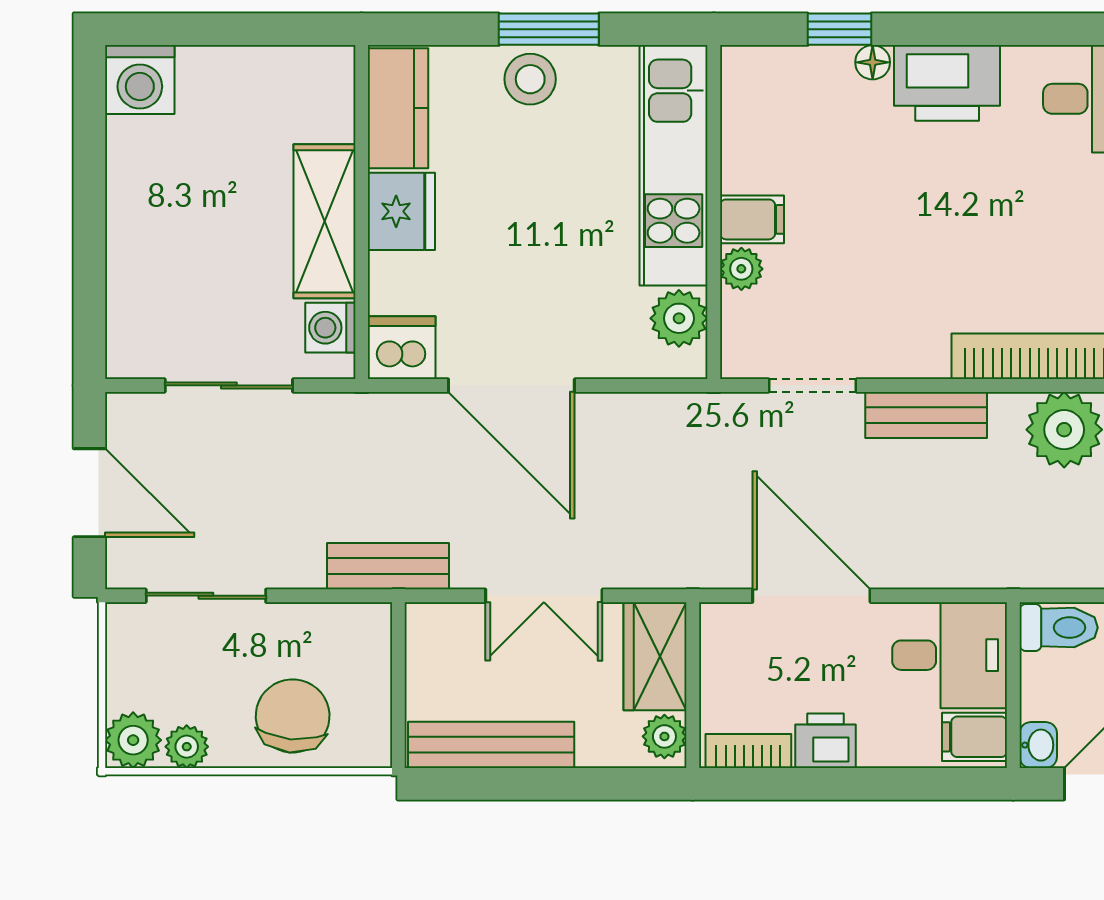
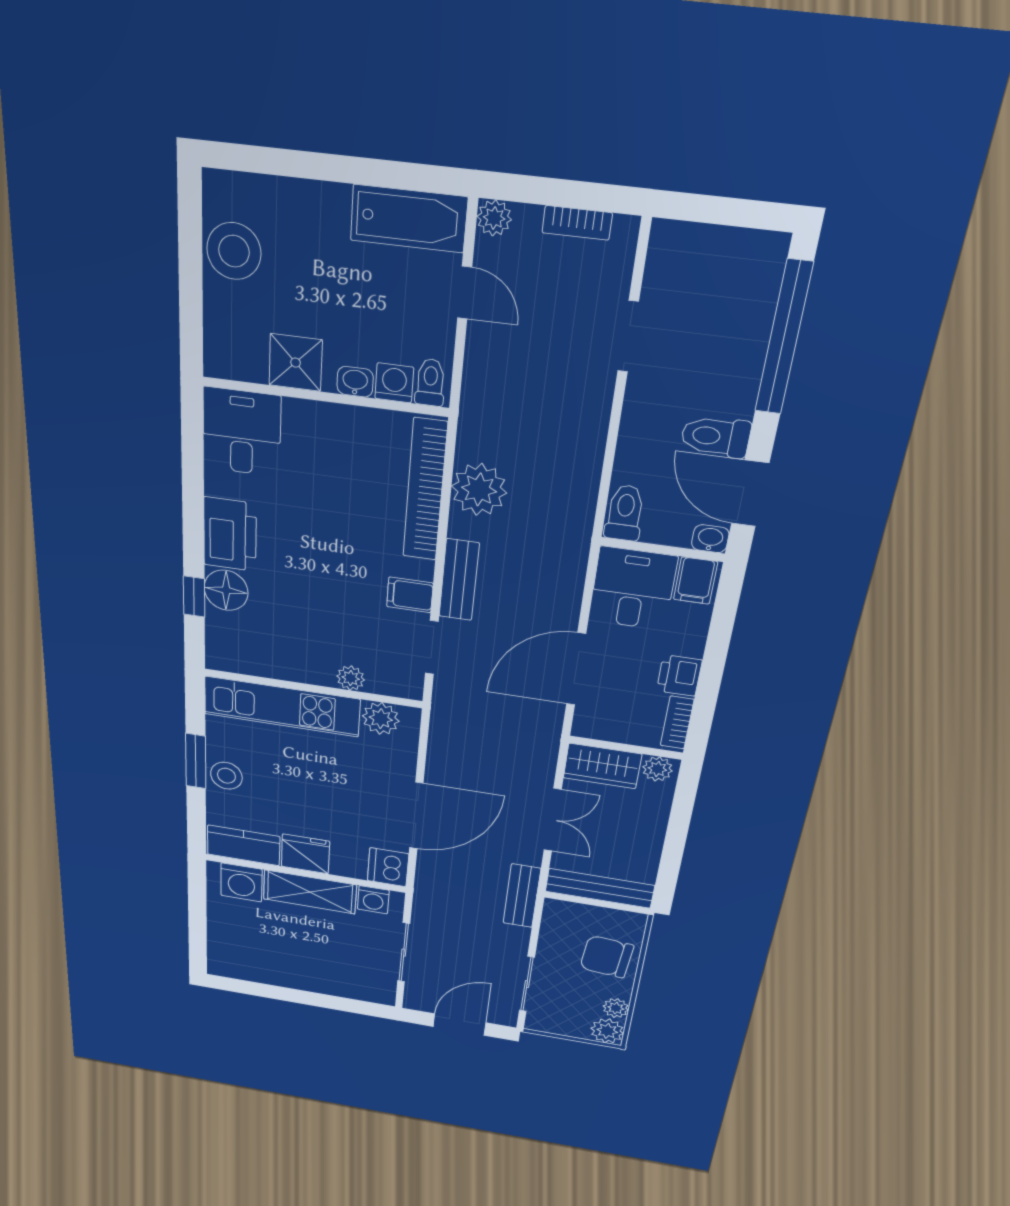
floor lamp: (873, 62) -> (226, 590), width x1.89, depth x1.89
washing machine: (140, 80) -> (241, 882), moved, turned 90
filing cabinet: (752, 219) -> (410, 595), moved, turned -90
bench: (491, 745) -> (600, 888), moved, turned 90

